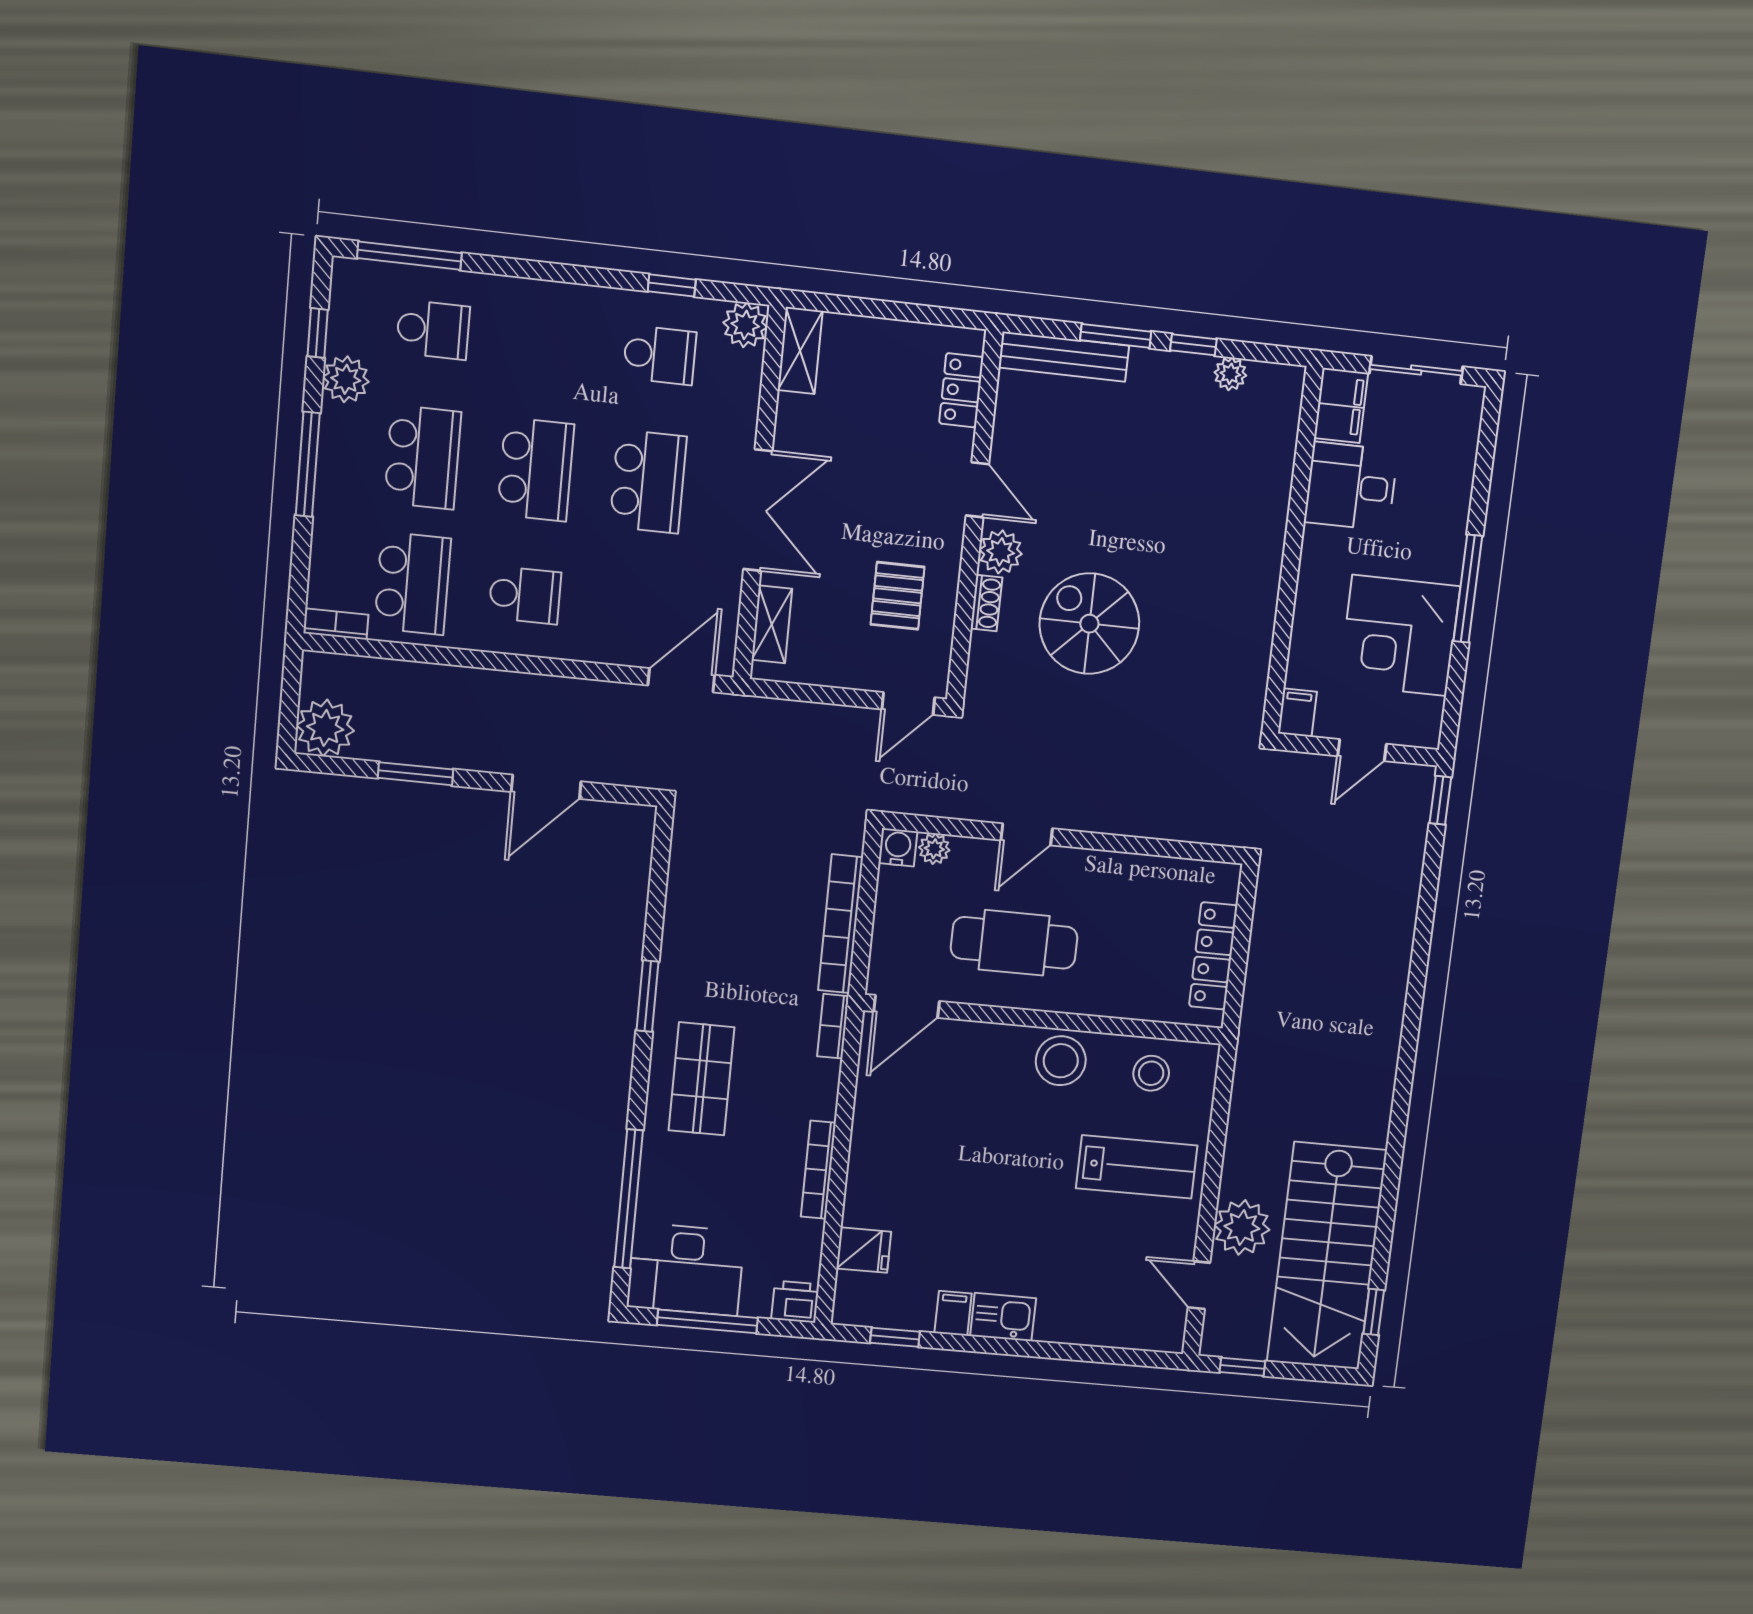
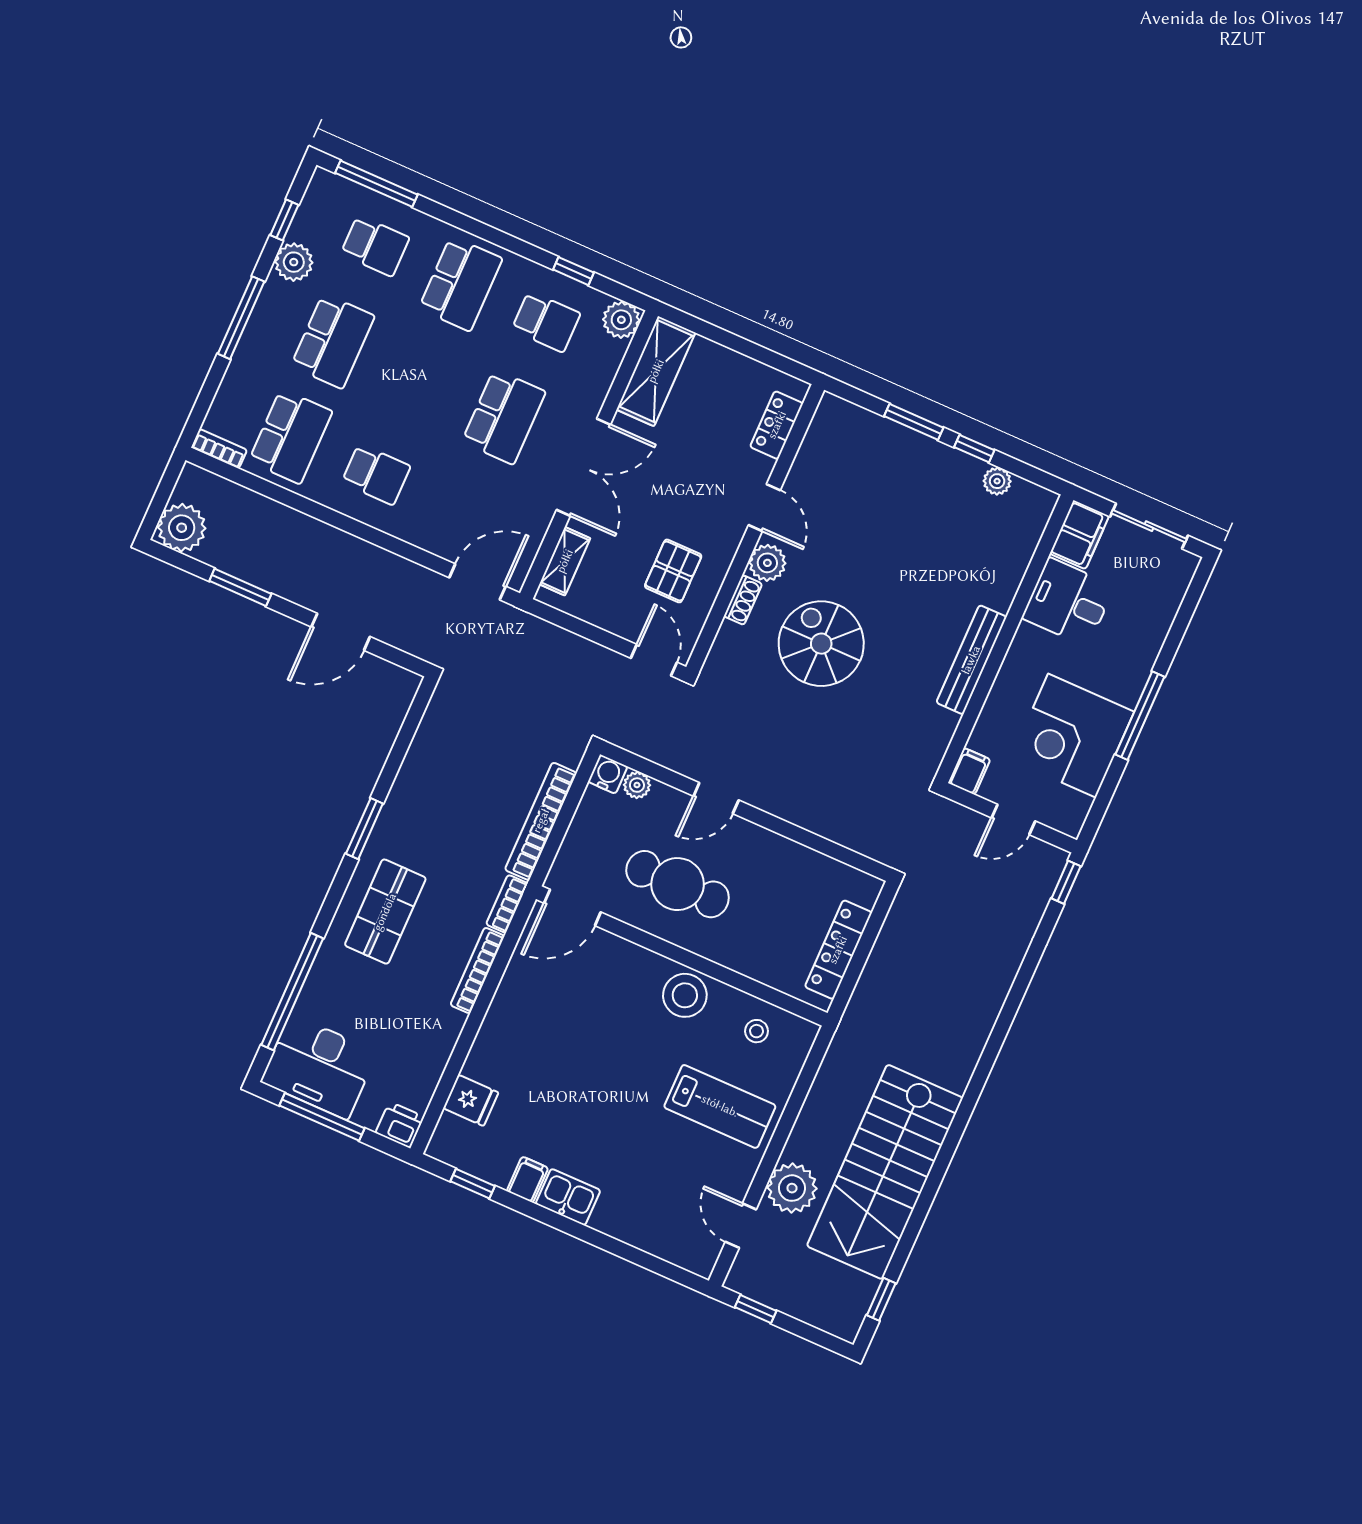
shelving: (800, 351) -> (656, 371), width x1.50, depth x1.33
bench: (1064, 357) -> (971, 660), moved, turned 90
school desk: (536, 469) -> (461, 284), moved
door: (908, 703) -> (654, 660), swing flipped
stool: (1151, 1073) -> (757, 1031), width x0.73, depth x0.73
bookcase: (818, 1170) -> (477, 970), moved
stairs: (1327, 1256) -> (885, 1172), moved

